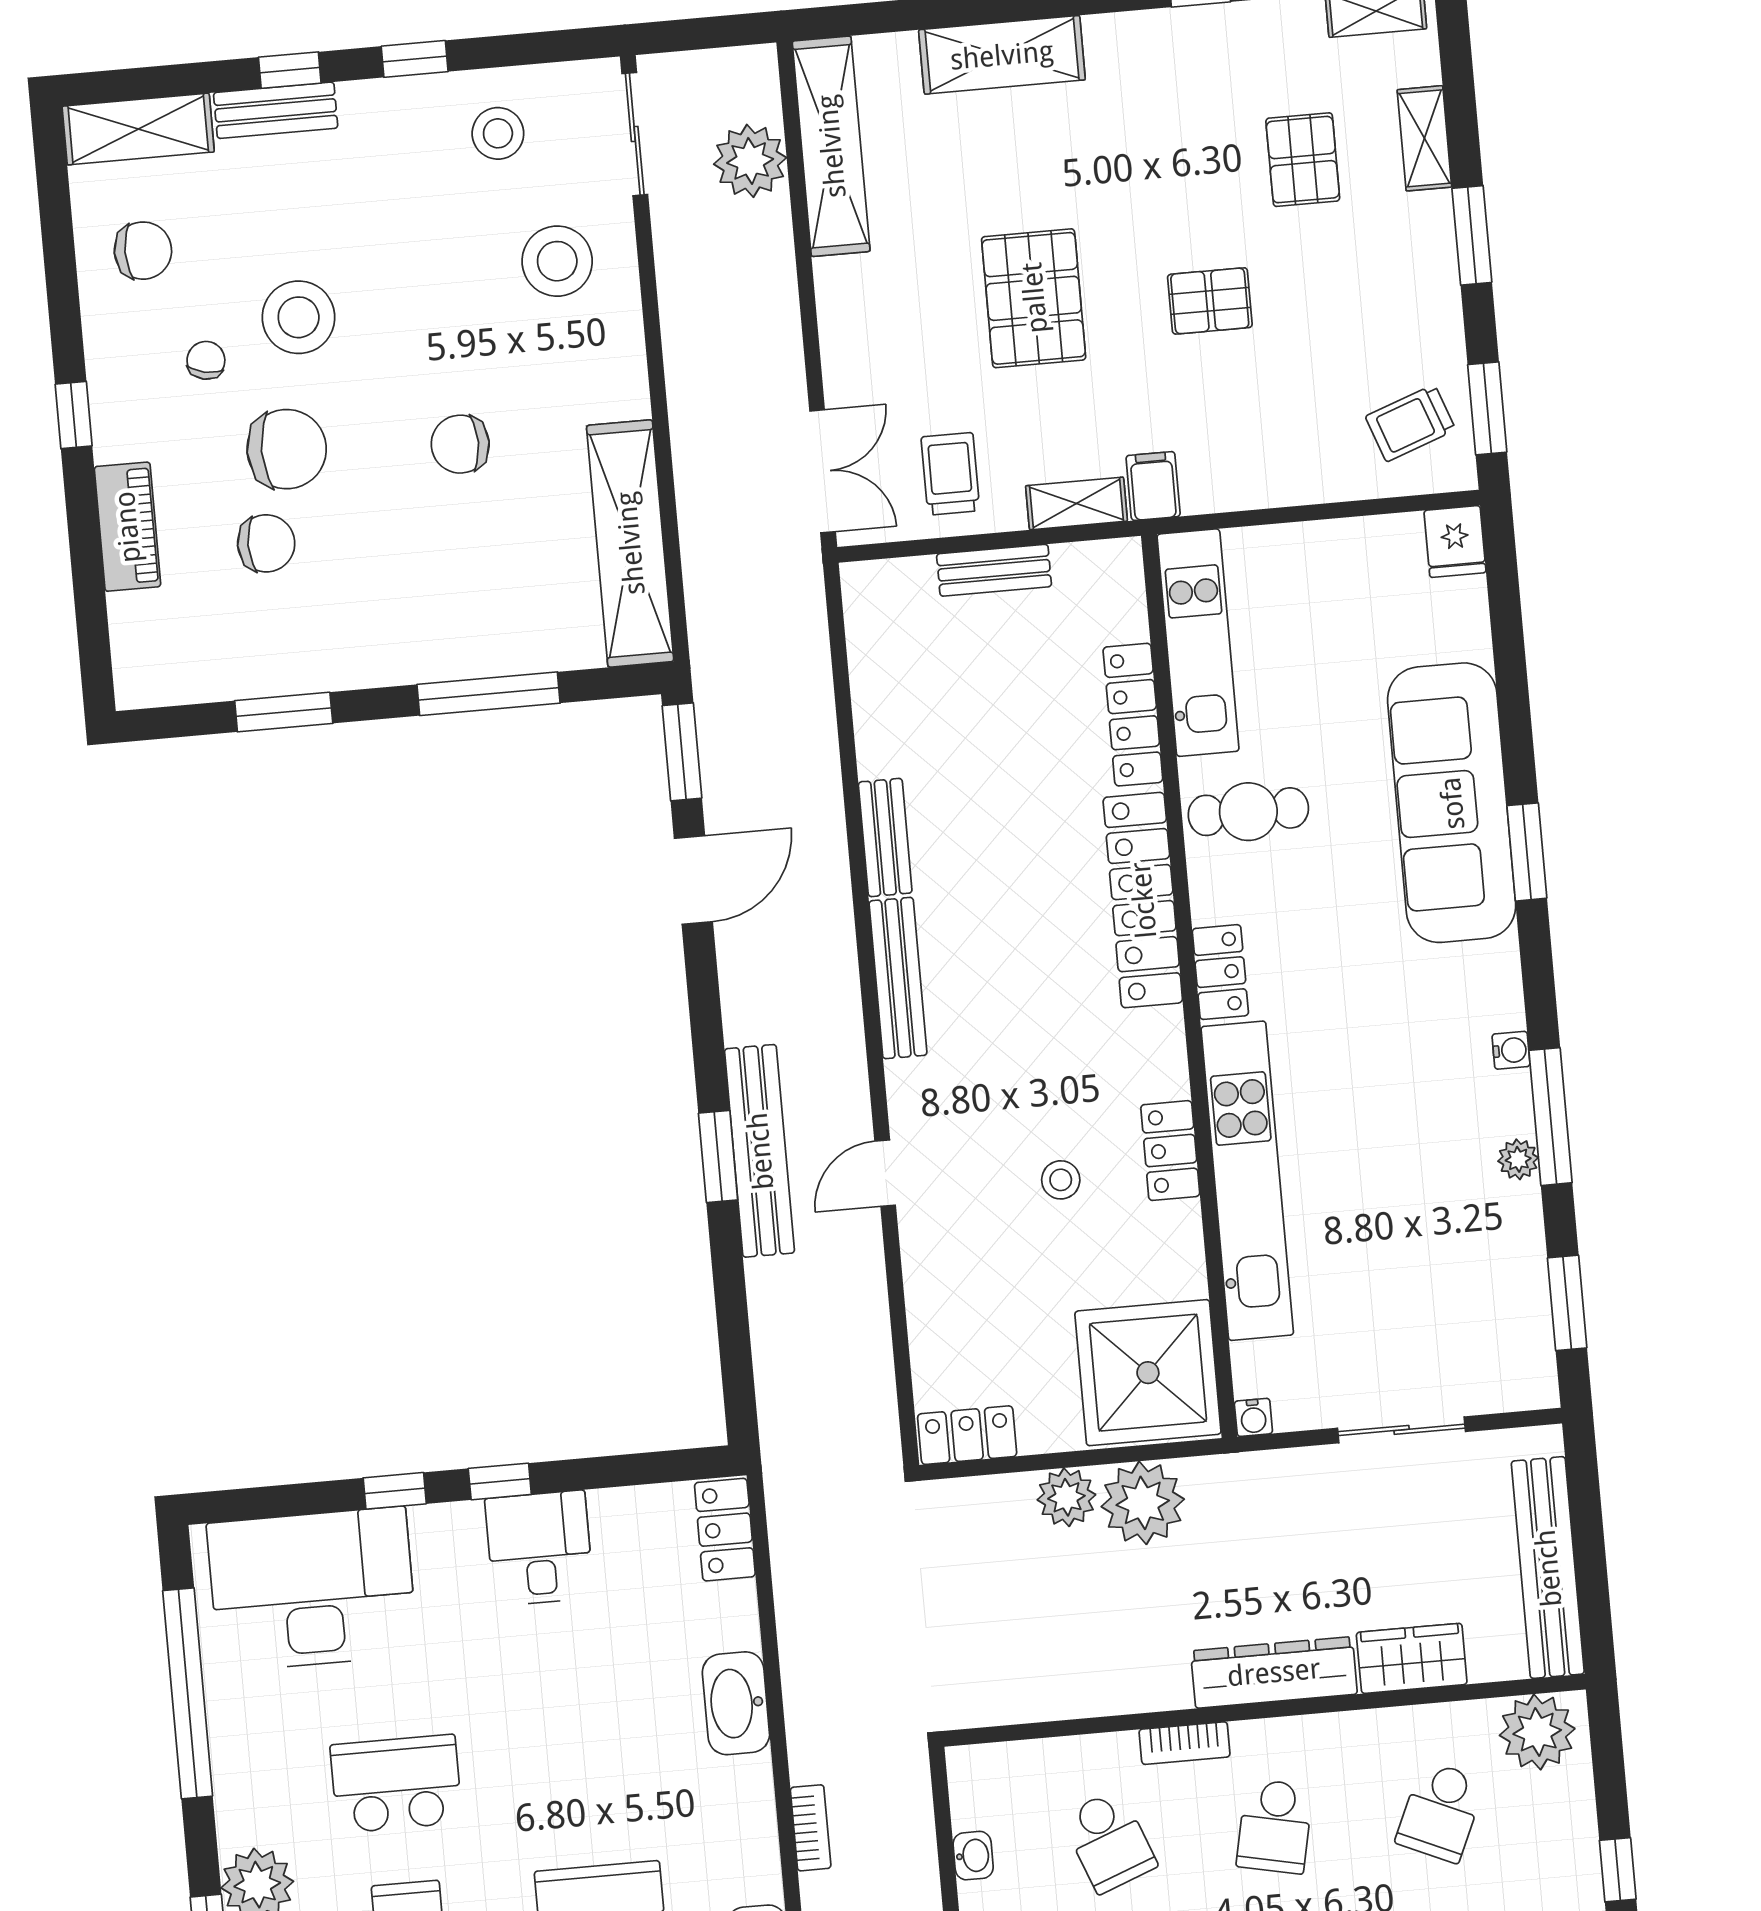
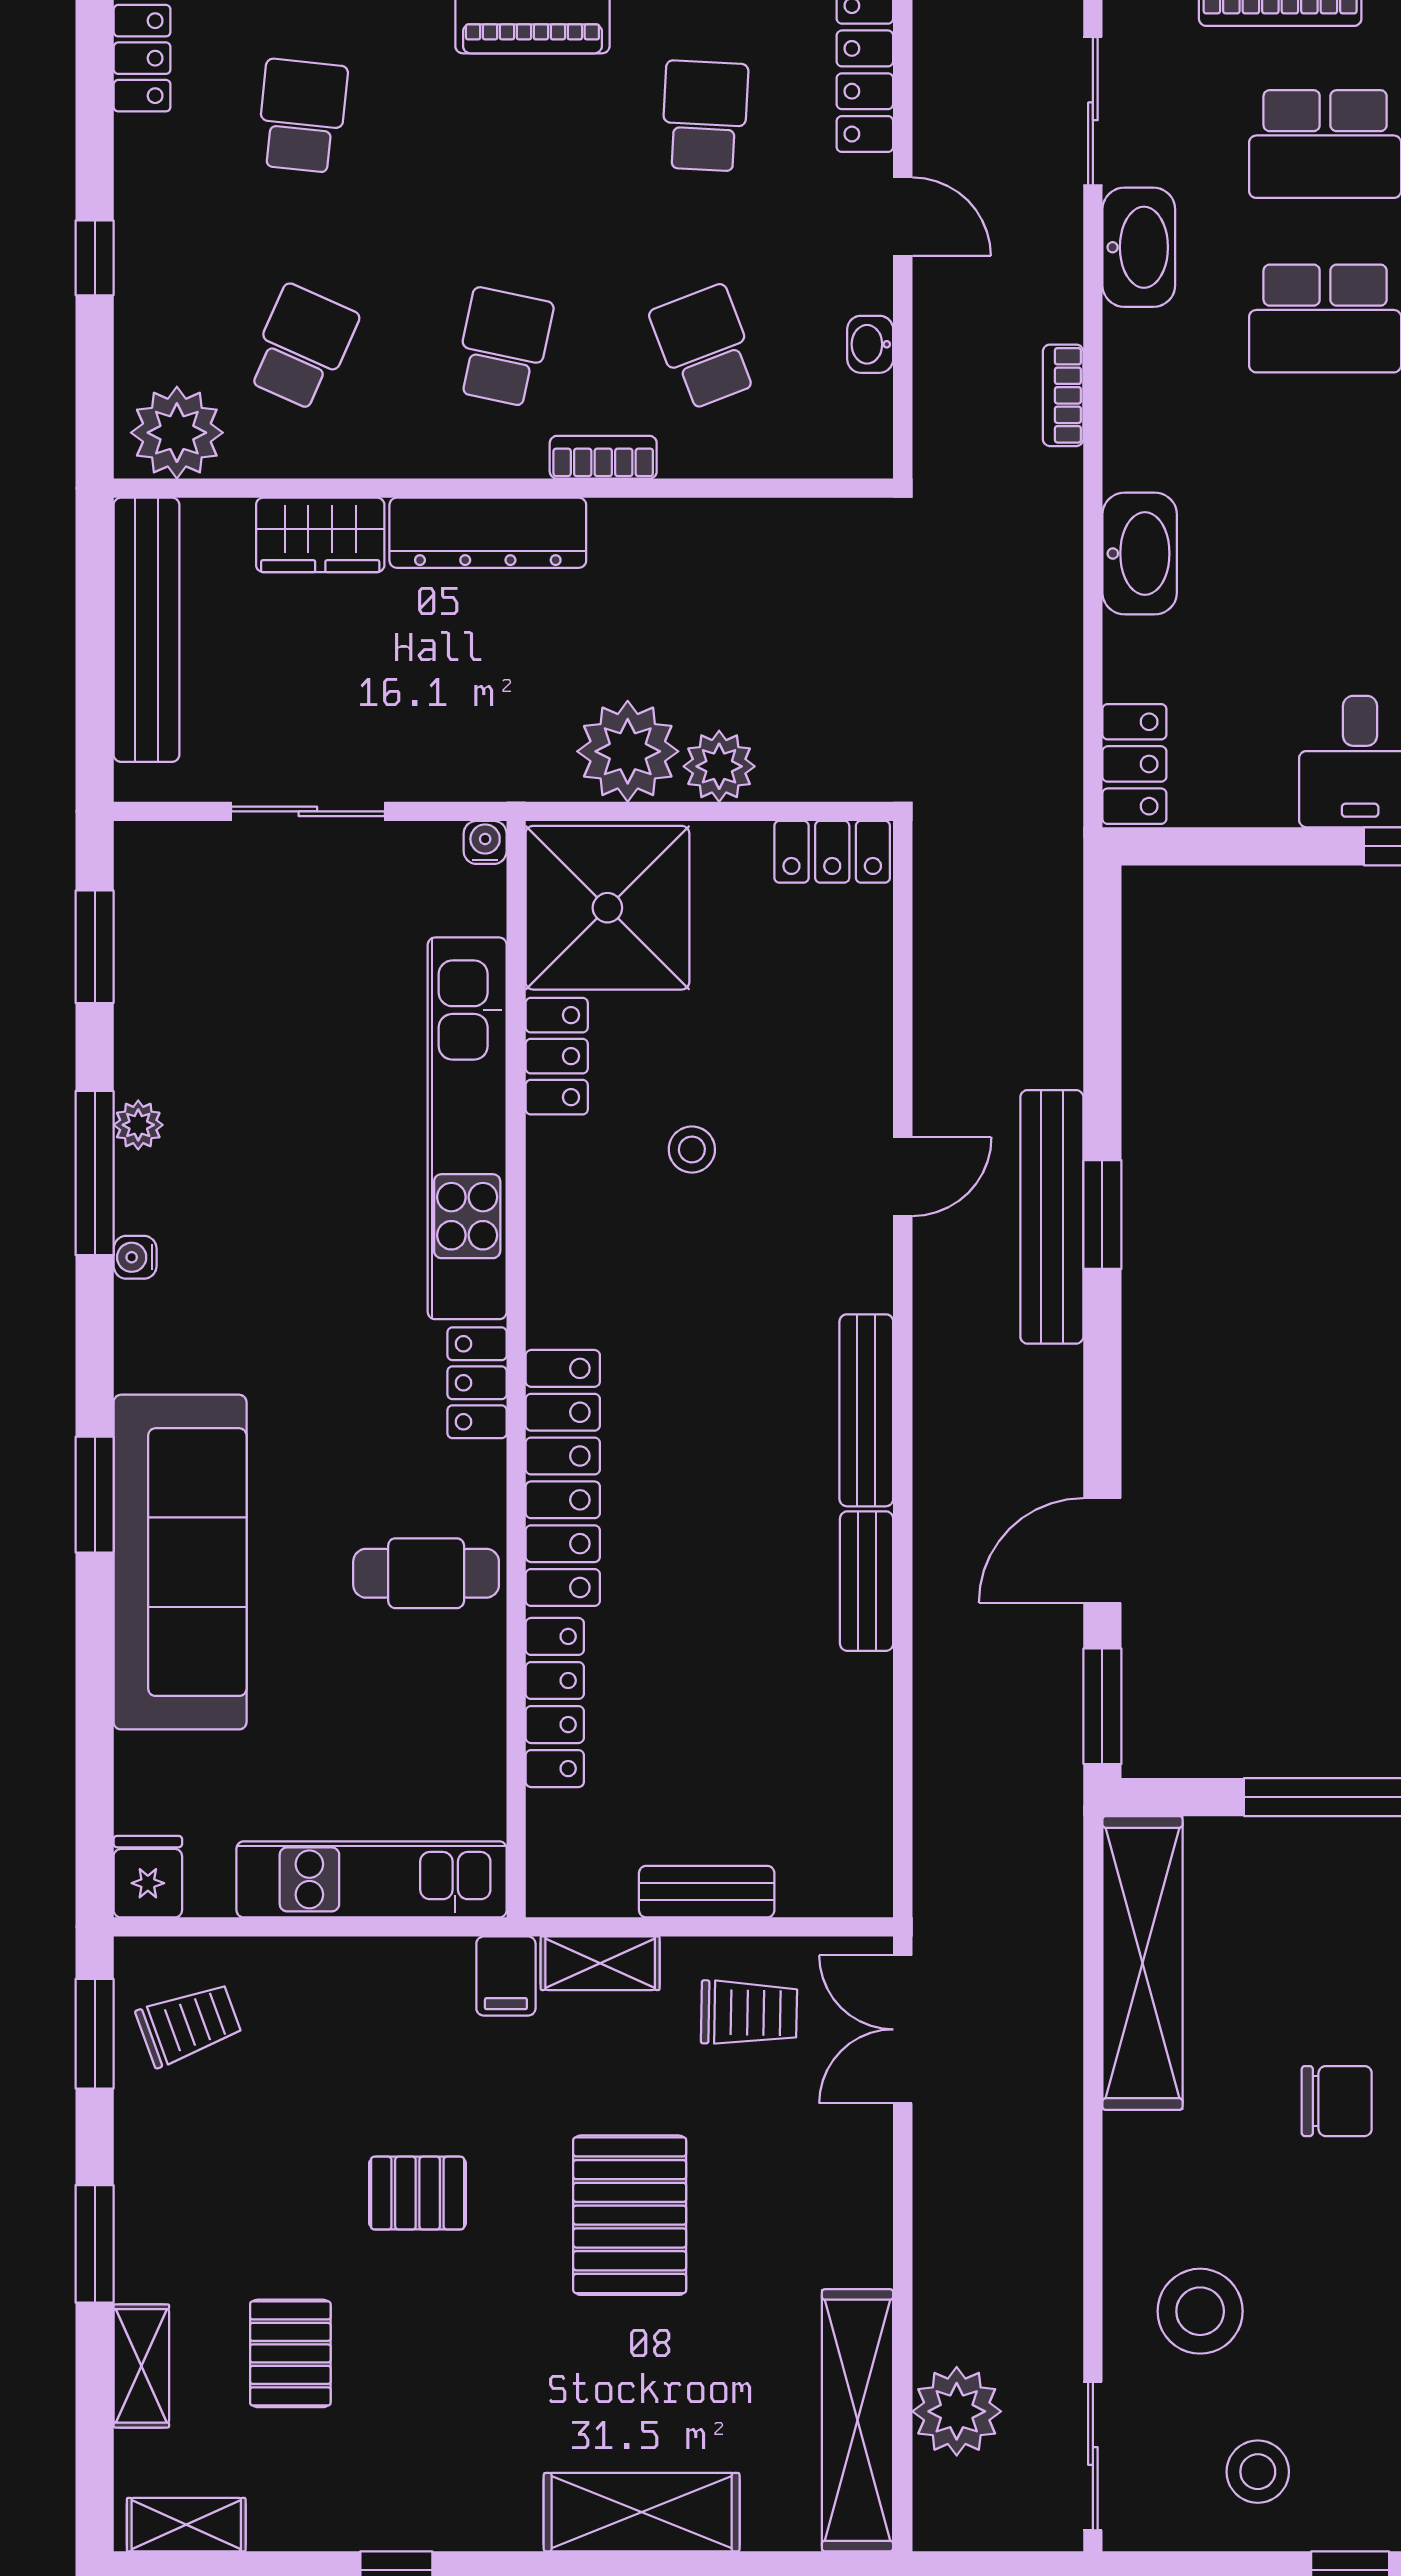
trolley: (950, 474) -> (749, 2013), turned -89
kitchen unit: (1198, 643) -> (372, 1879), moved, turned 90
locker: (1170, 1151) -> (557, 1056), moved

